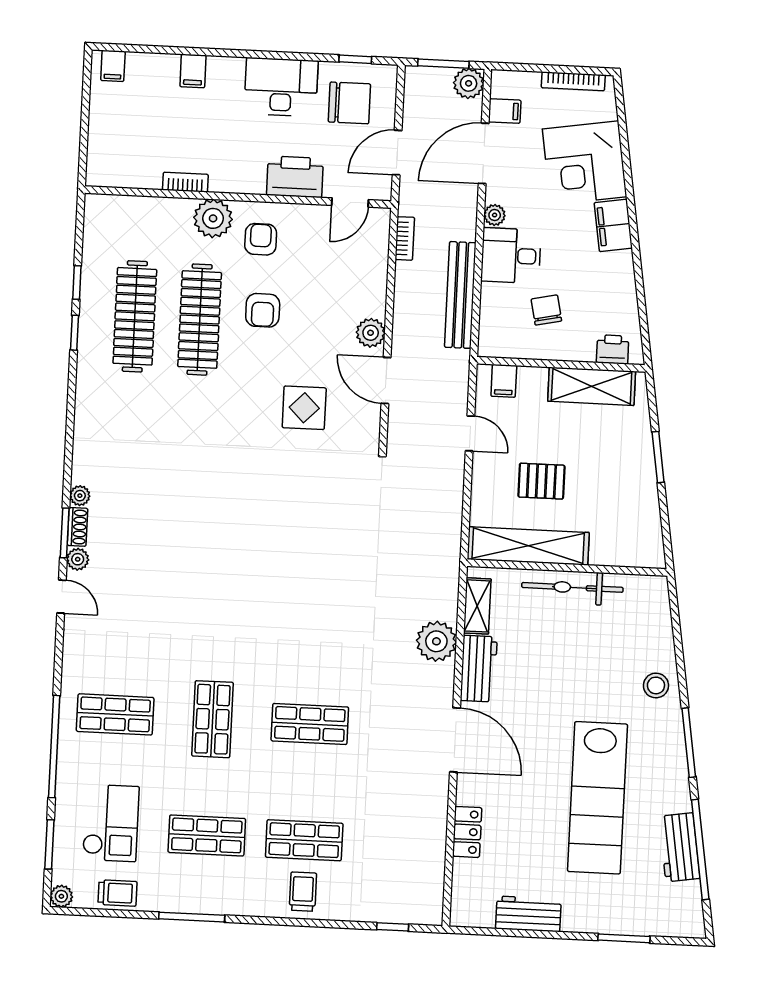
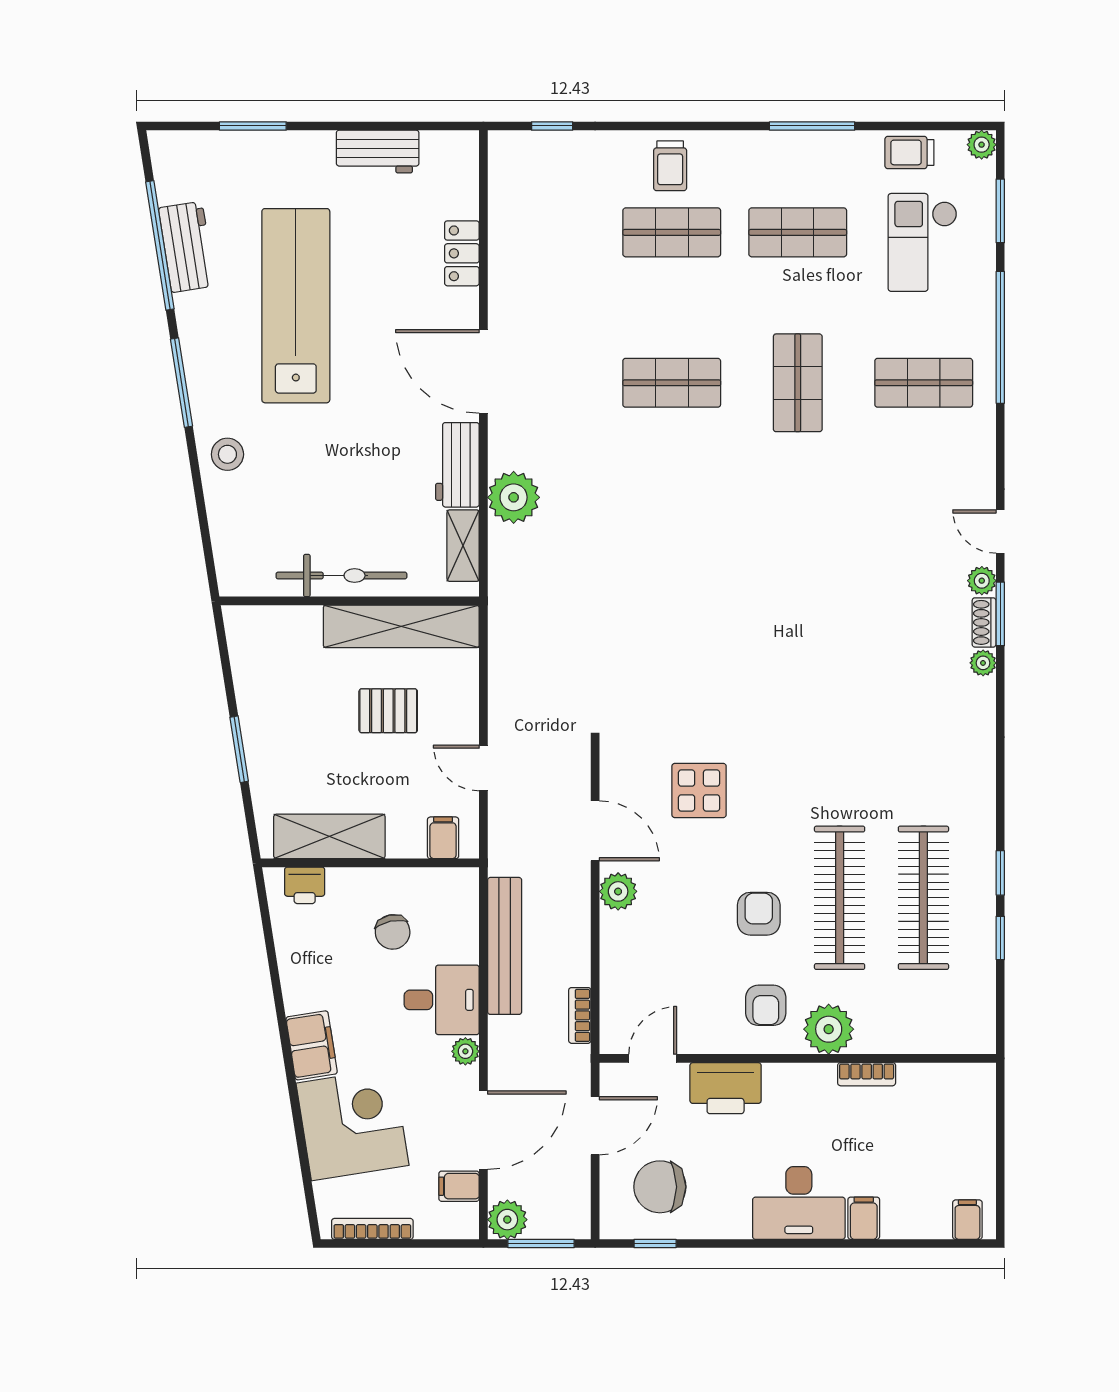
desk: (281, 87) -> (799, 1203), moved

